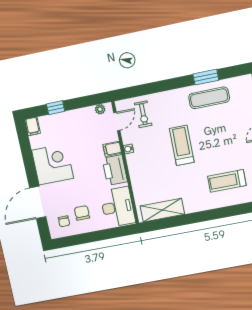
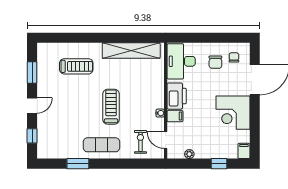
exercise mat: (209, 98) -> (101, 145), moved
plant: (100, 109) -> (189, 154), moved
door: (117, 122) -> (166, 140), hinge flipped
treadmill: (182, 145) -> (111, 107), turned 180
shelving: (162, 210) -> (131, 51), width x1.47

